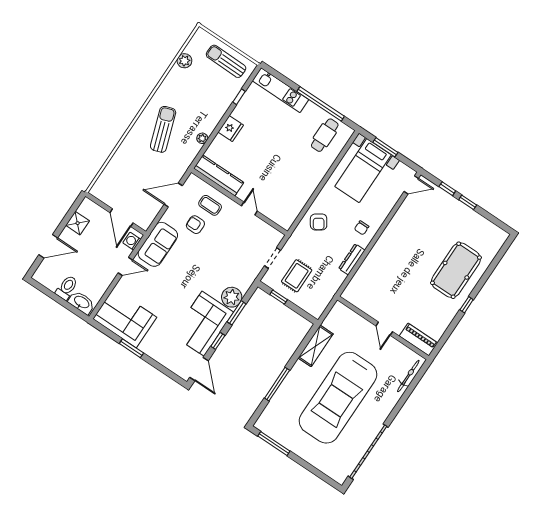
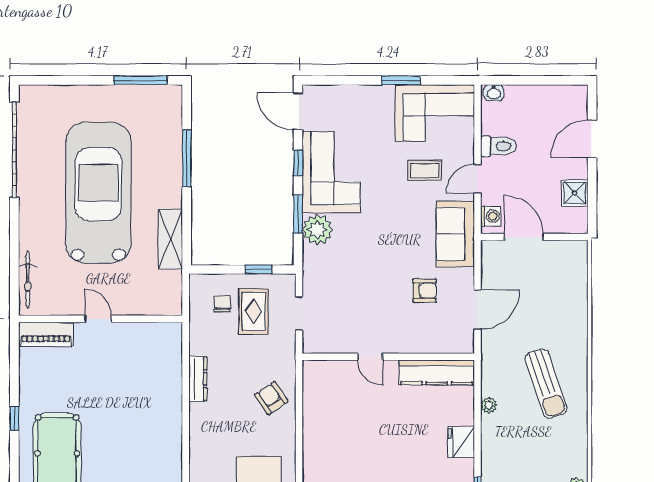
coffee table: (210, 205) -> (425, 171), moved
chair: (362, 228) -> (222, 304), moved
toilet: (67, 288) -> (498, 146), moved, turned -90
washbasin: (81, 302) -> (494, 93), width x0.52, depth x0.69

